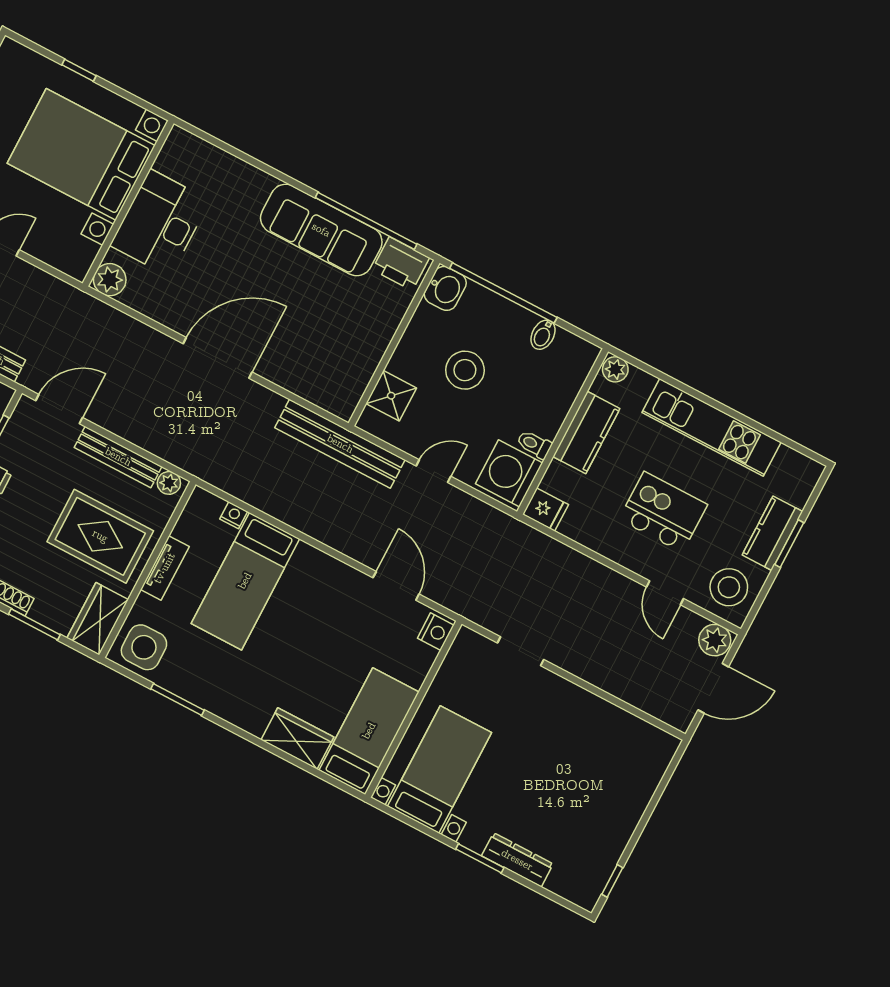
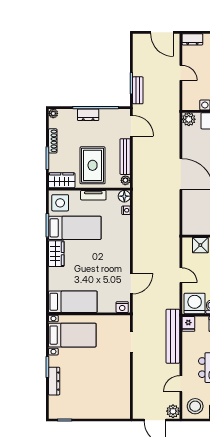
bench: (340, 444) -> (173, 336), moved
floor lamp: (202, 503) -> (124, 196), added
bed: (245, 581) -> (75, 228), moved, turned 180
wardrobe: (297, 738) -> (56, 254), moved

